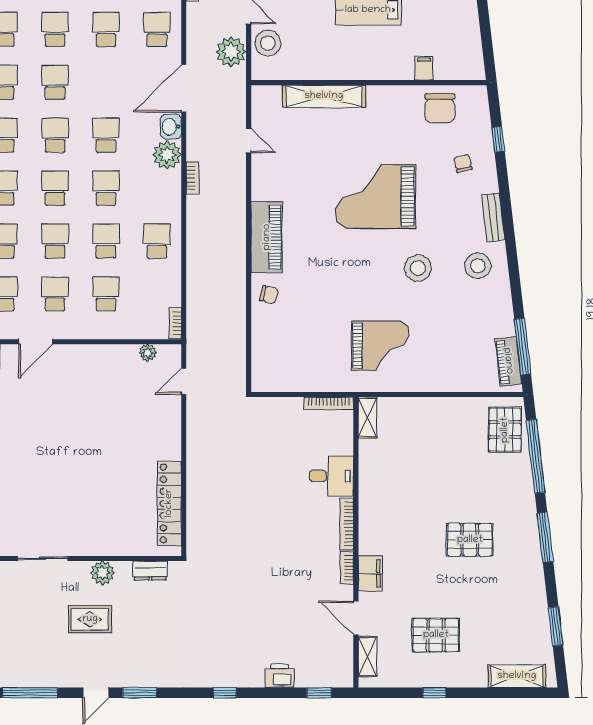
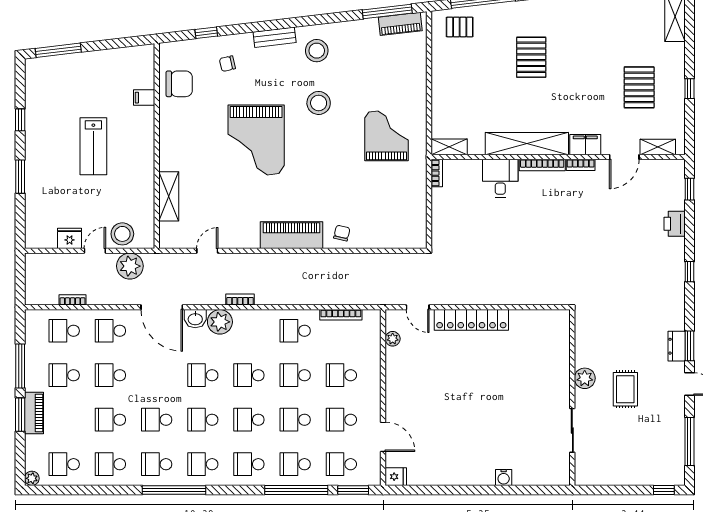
shelving: (324, 96) -> (169, 196), width x0.68
bookcase: (175, 323) -> (341, 315), moved, width x1.56
bookcase: (329, 403) -> (437, 173), width x0.64
pallet: (505, 430) -> (460, 27), width x0.67, depth x0.71
locker: (169, 503) -> (471, 320), moved
shelving: (371, 506) -> (527, 144), added
pallet: (470, 540) -> (531, 57), moved
dresser: (150, 571) -> (677, 346), moved, turned 180

